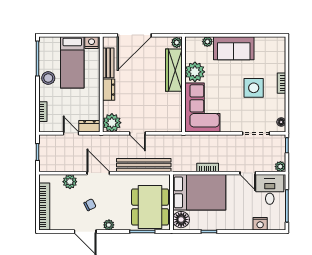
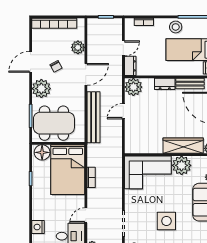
plant: (109, 225) -> (41, 89), width x1.88, depth x1.88

